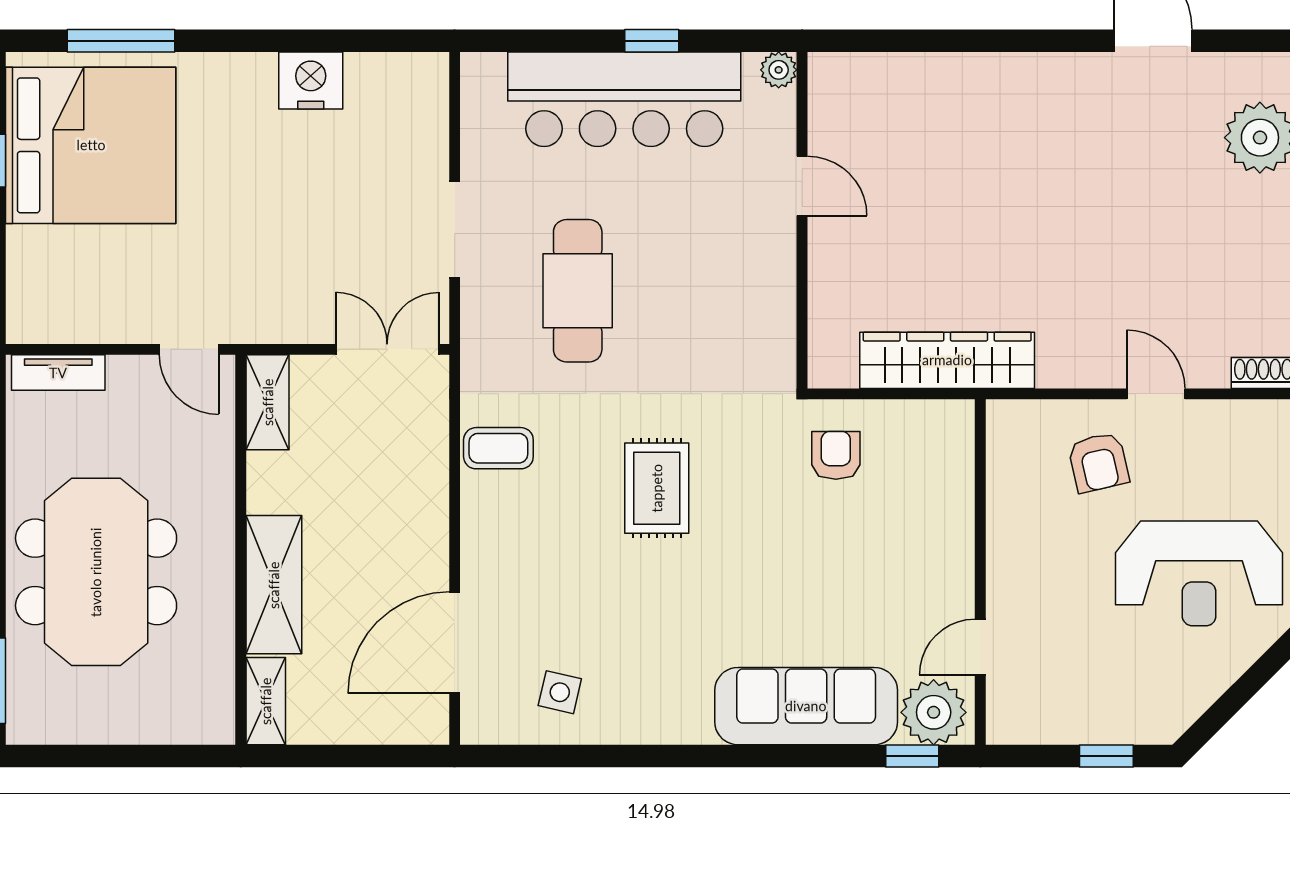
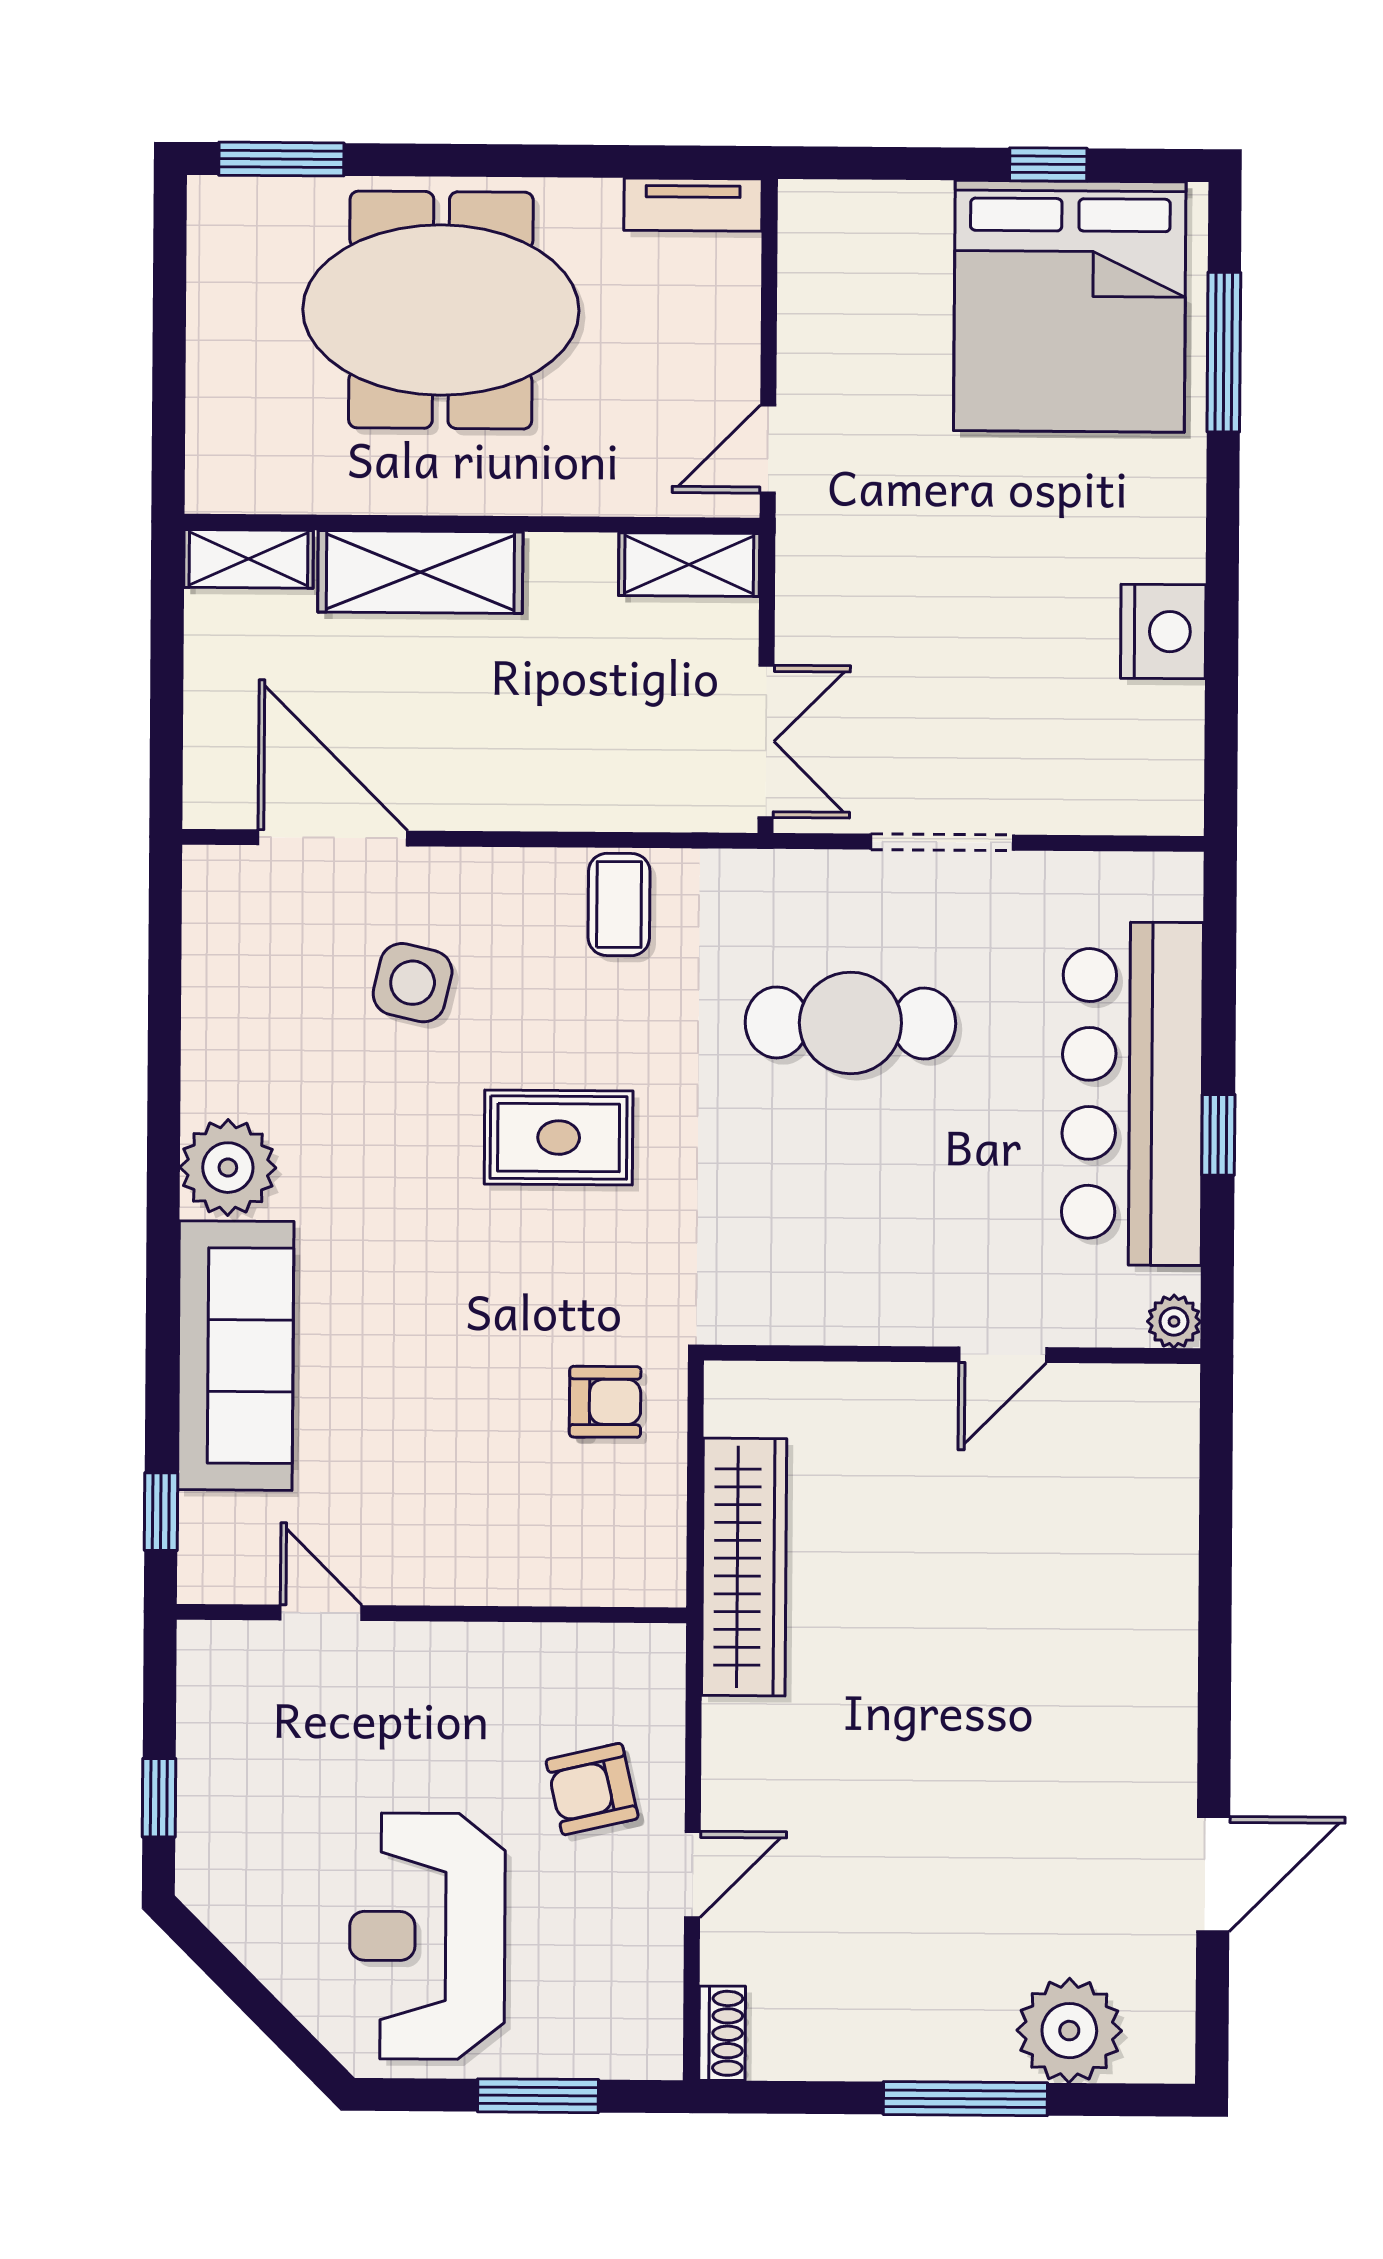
tv unit: (58, 373) -> (693, 205), moved, turned -90
side table: (560, 692) -> (413, 983), moved, width x1.37, depth x1.37
plant: (934, 712) -> (228, 1168), moved

